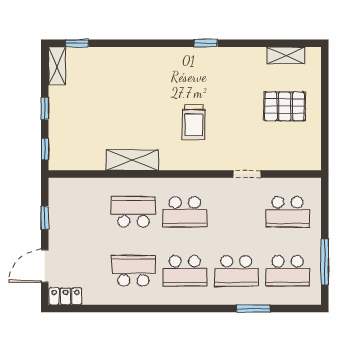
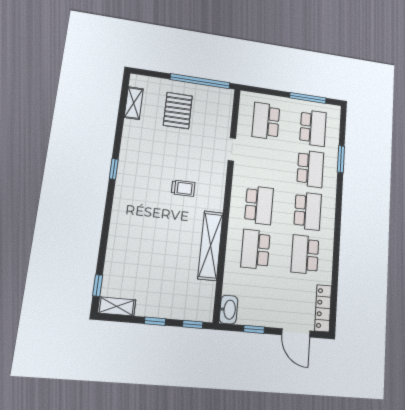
trolley: (194, 122) -> (183, 188), width x0.73, depth x0.72
window: (325, 128) -> (200, 81), added
shelving: (132, 160) -> (210, 246), width x1.47
washbasin: (64, 187) -> (229, 310), added
school desk: (288, 212) -> (266, 121), turned 180
locker: (66, 296) -> (323, 308), width x1.53

